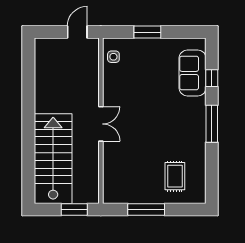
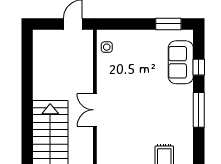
window: (147, 32) -> (168, 24), moved
double door: (101, 124) -> (95, 110), swing flipped

